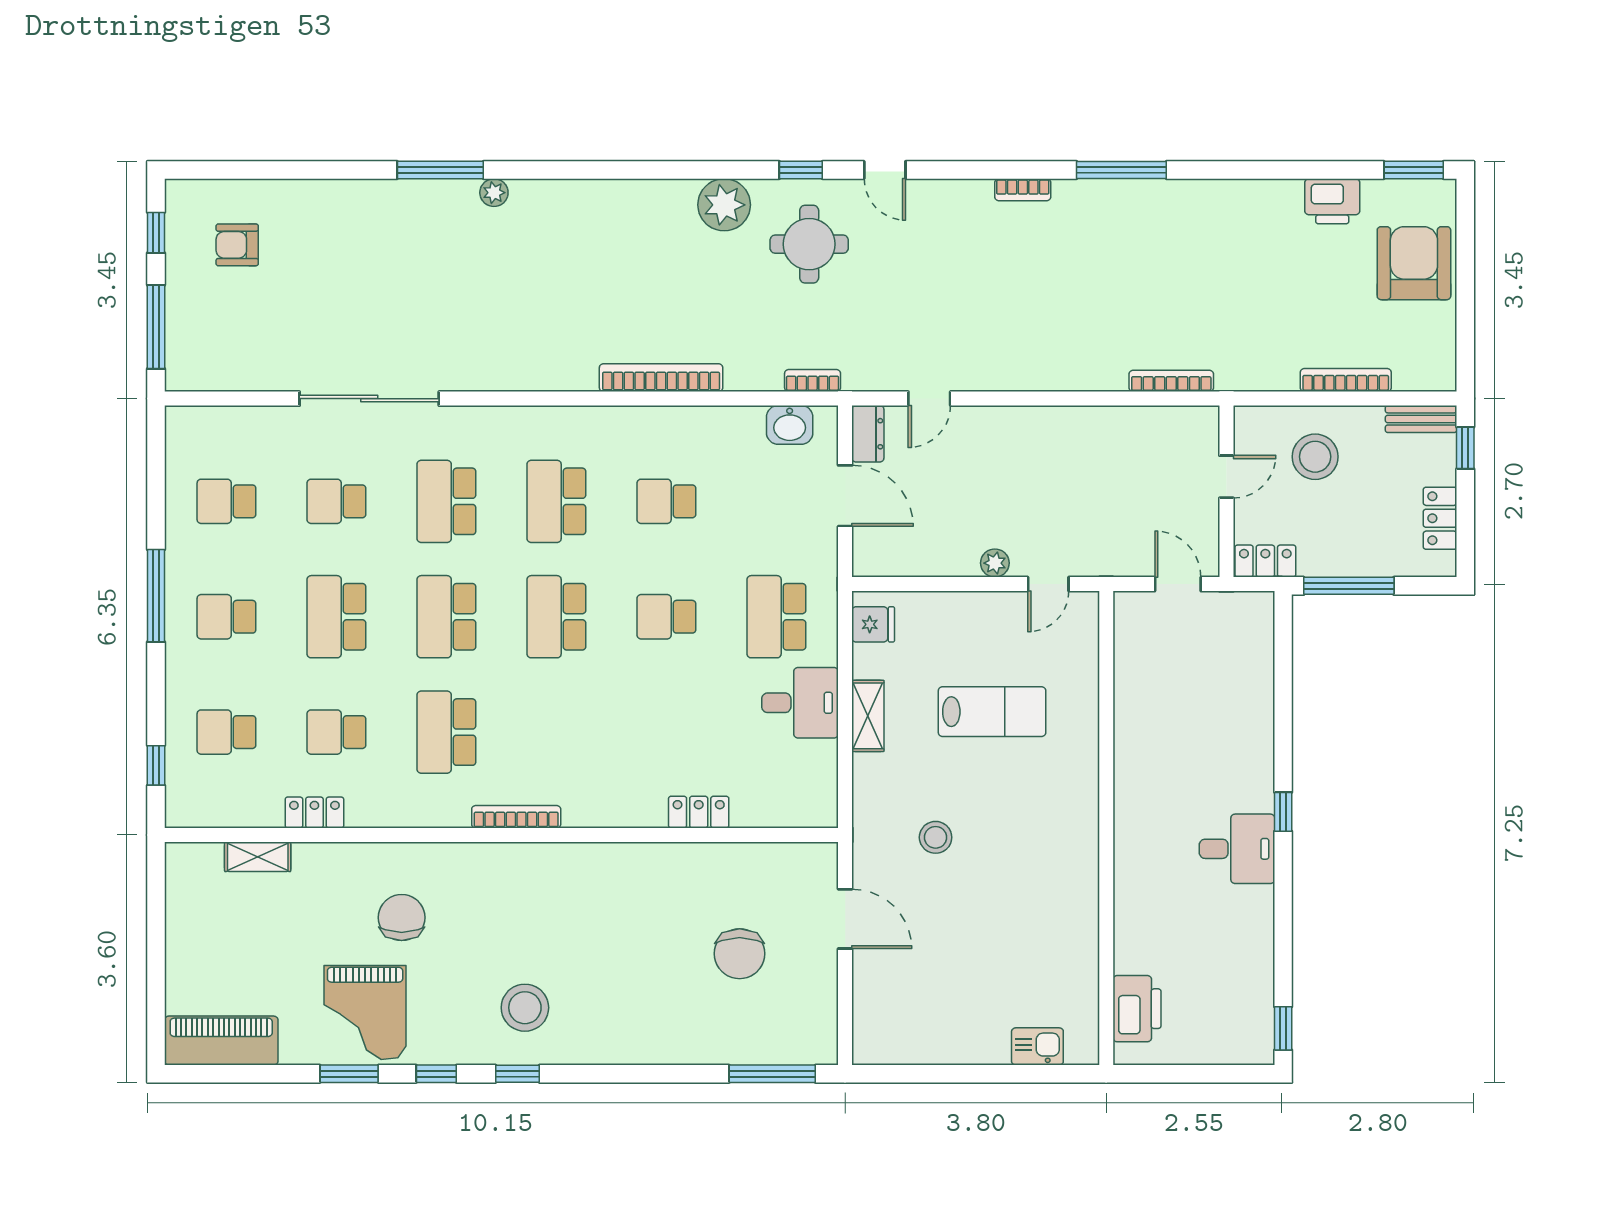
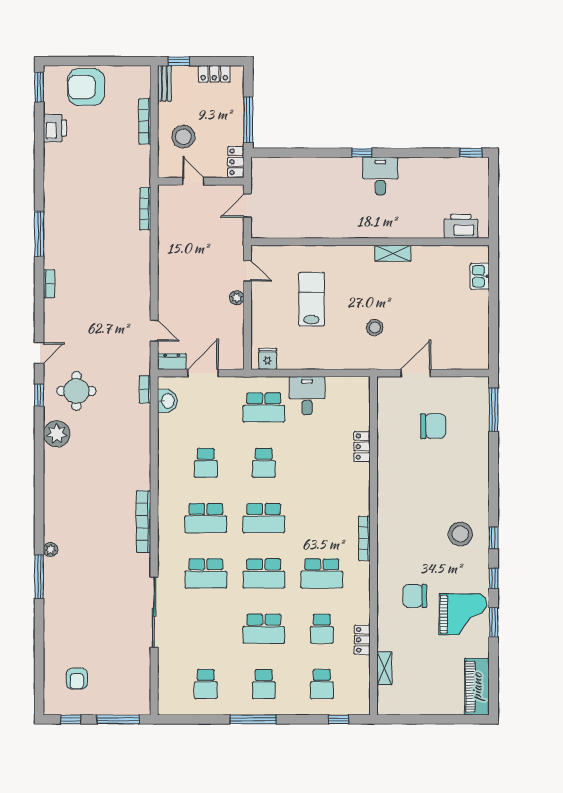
bookcase: (661, 378) -> (144, 522), moved
school desk: (336, 501) -> (206, 629), removed
shelving: (868, 716) -> (393, 253), moved

